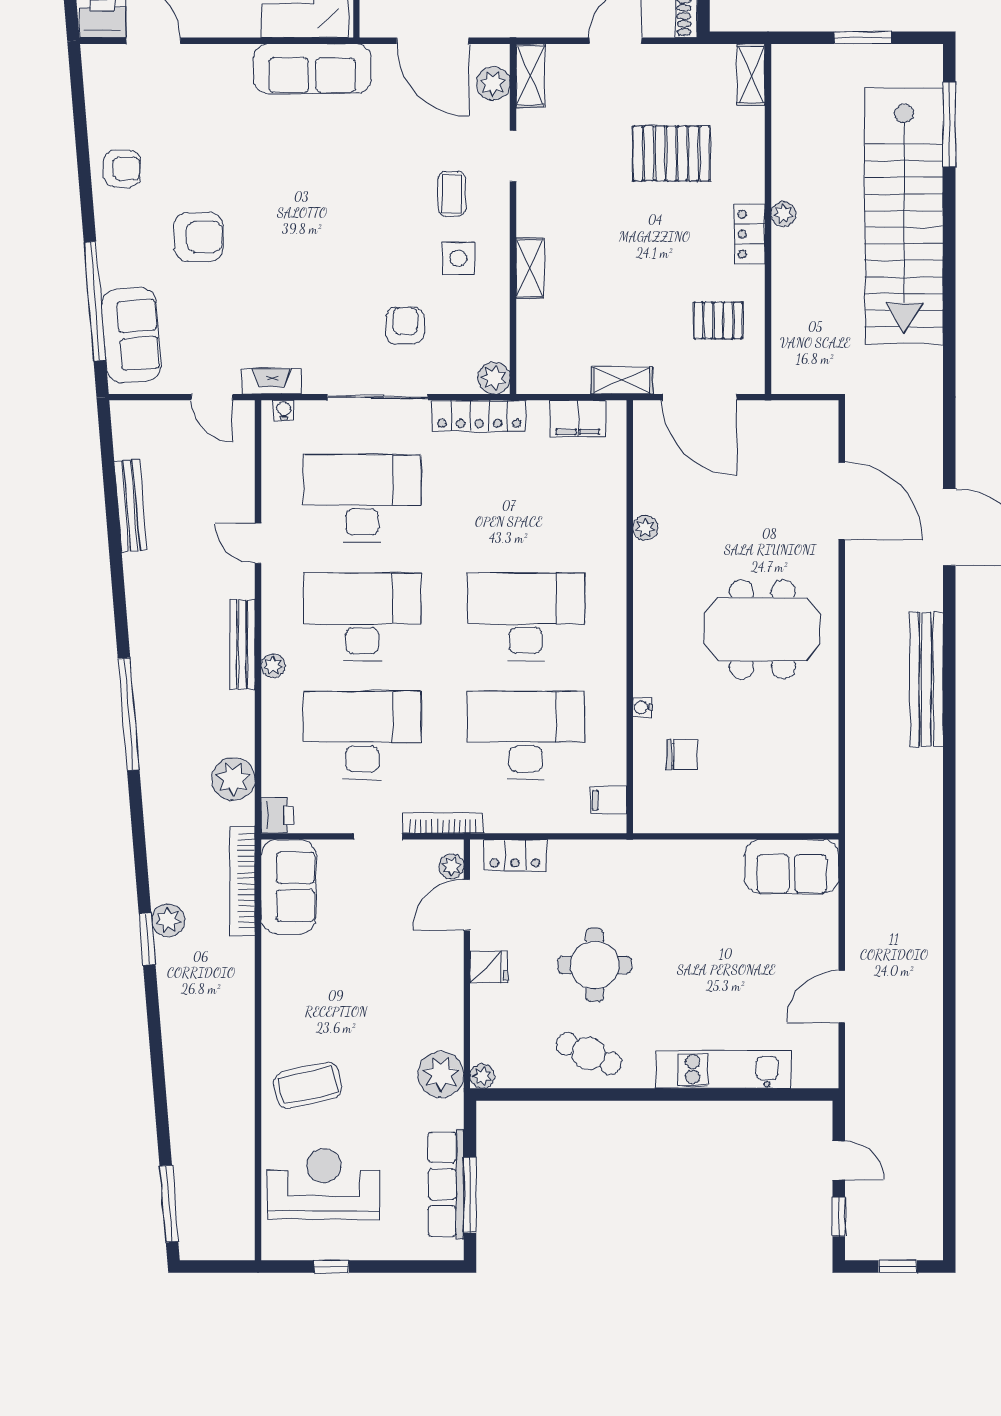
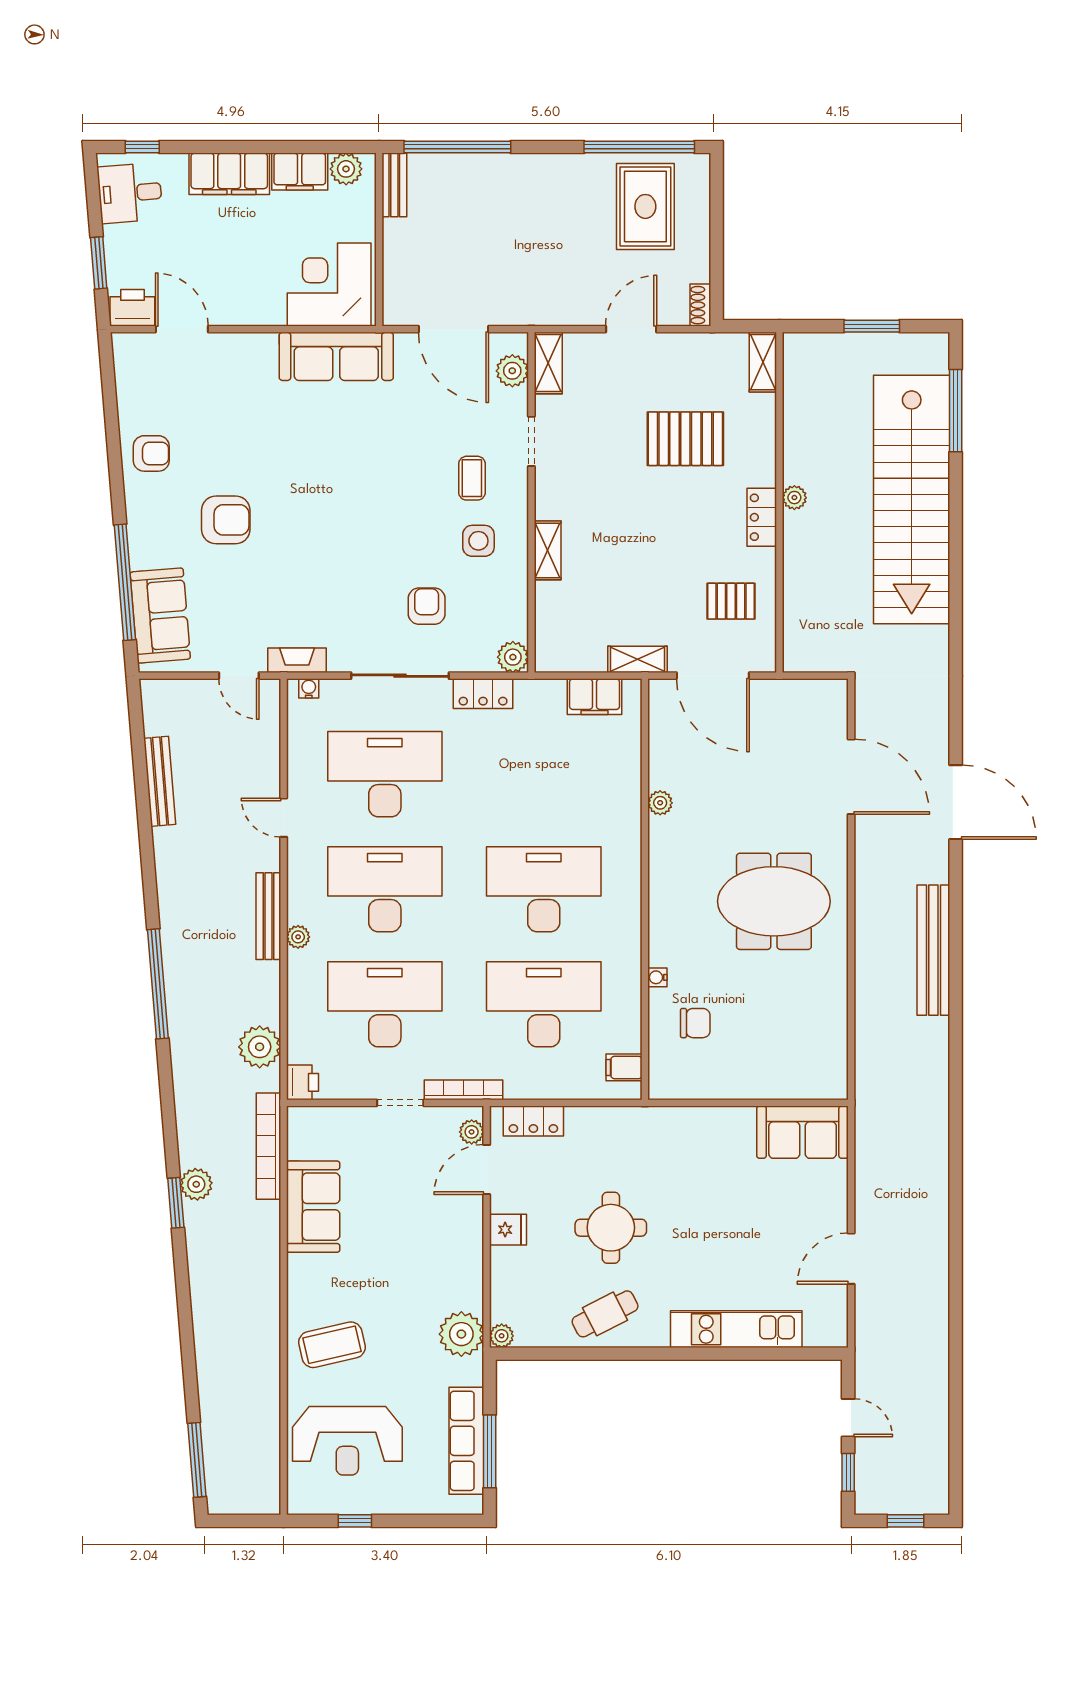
locker: (479, 416) -> (483, 694), width x0.66
sofa: (288, 887) -> (313, 1207), moved
cafe table: (589, 1054) -> (605, 1314), turned -51
reception desk: (324, 1184) -> (347, 1441), turned 180

